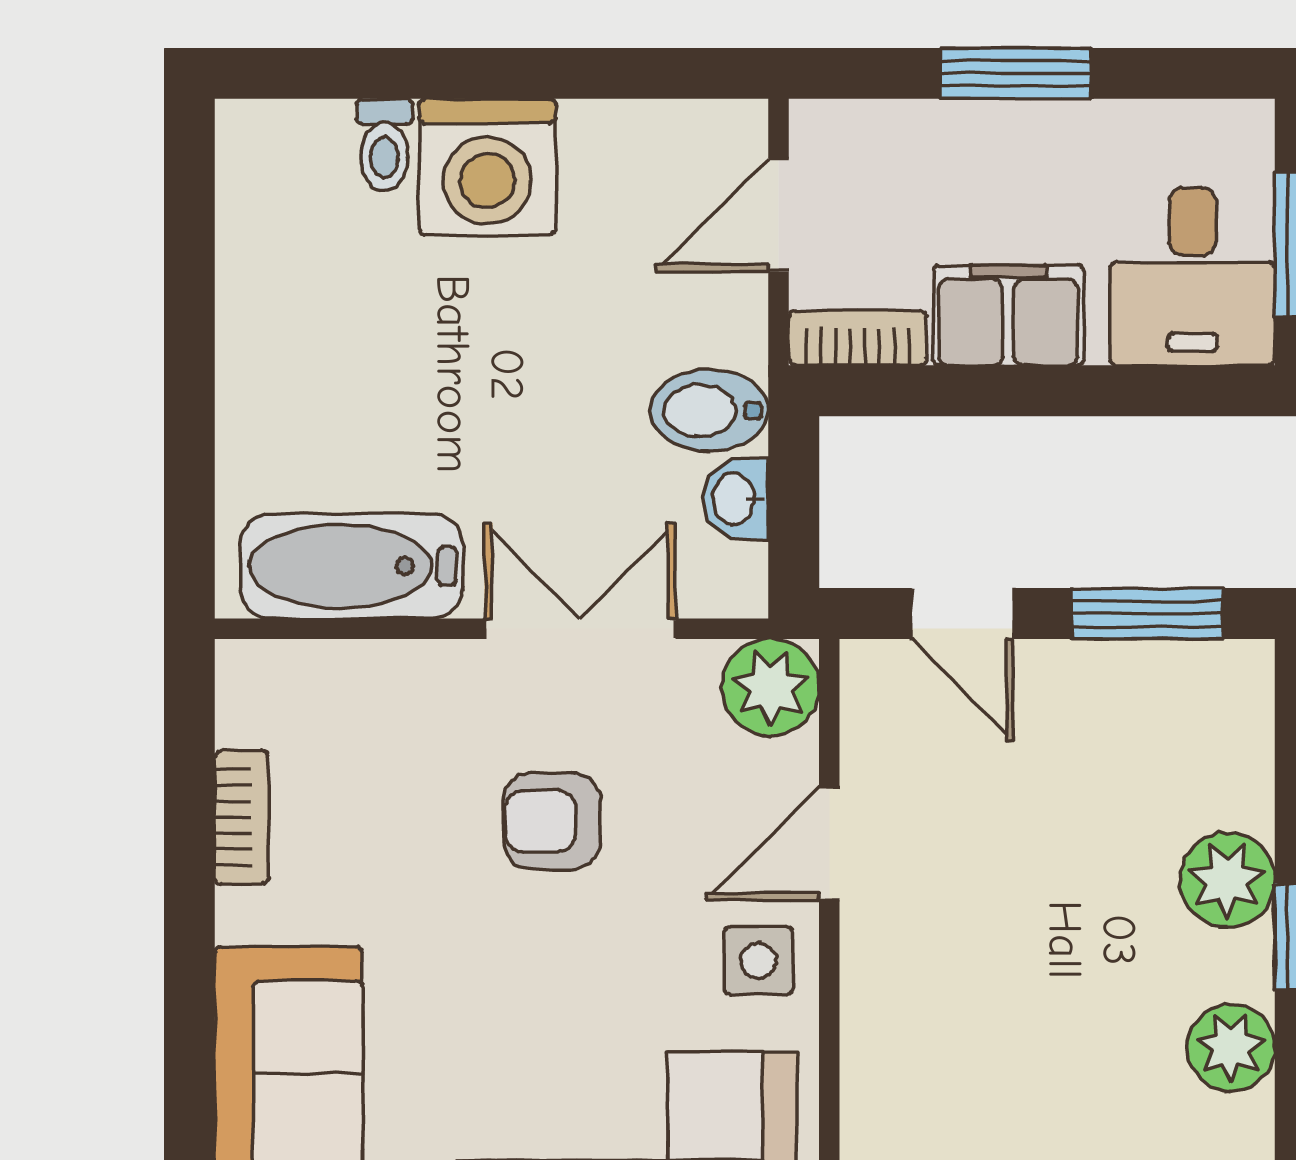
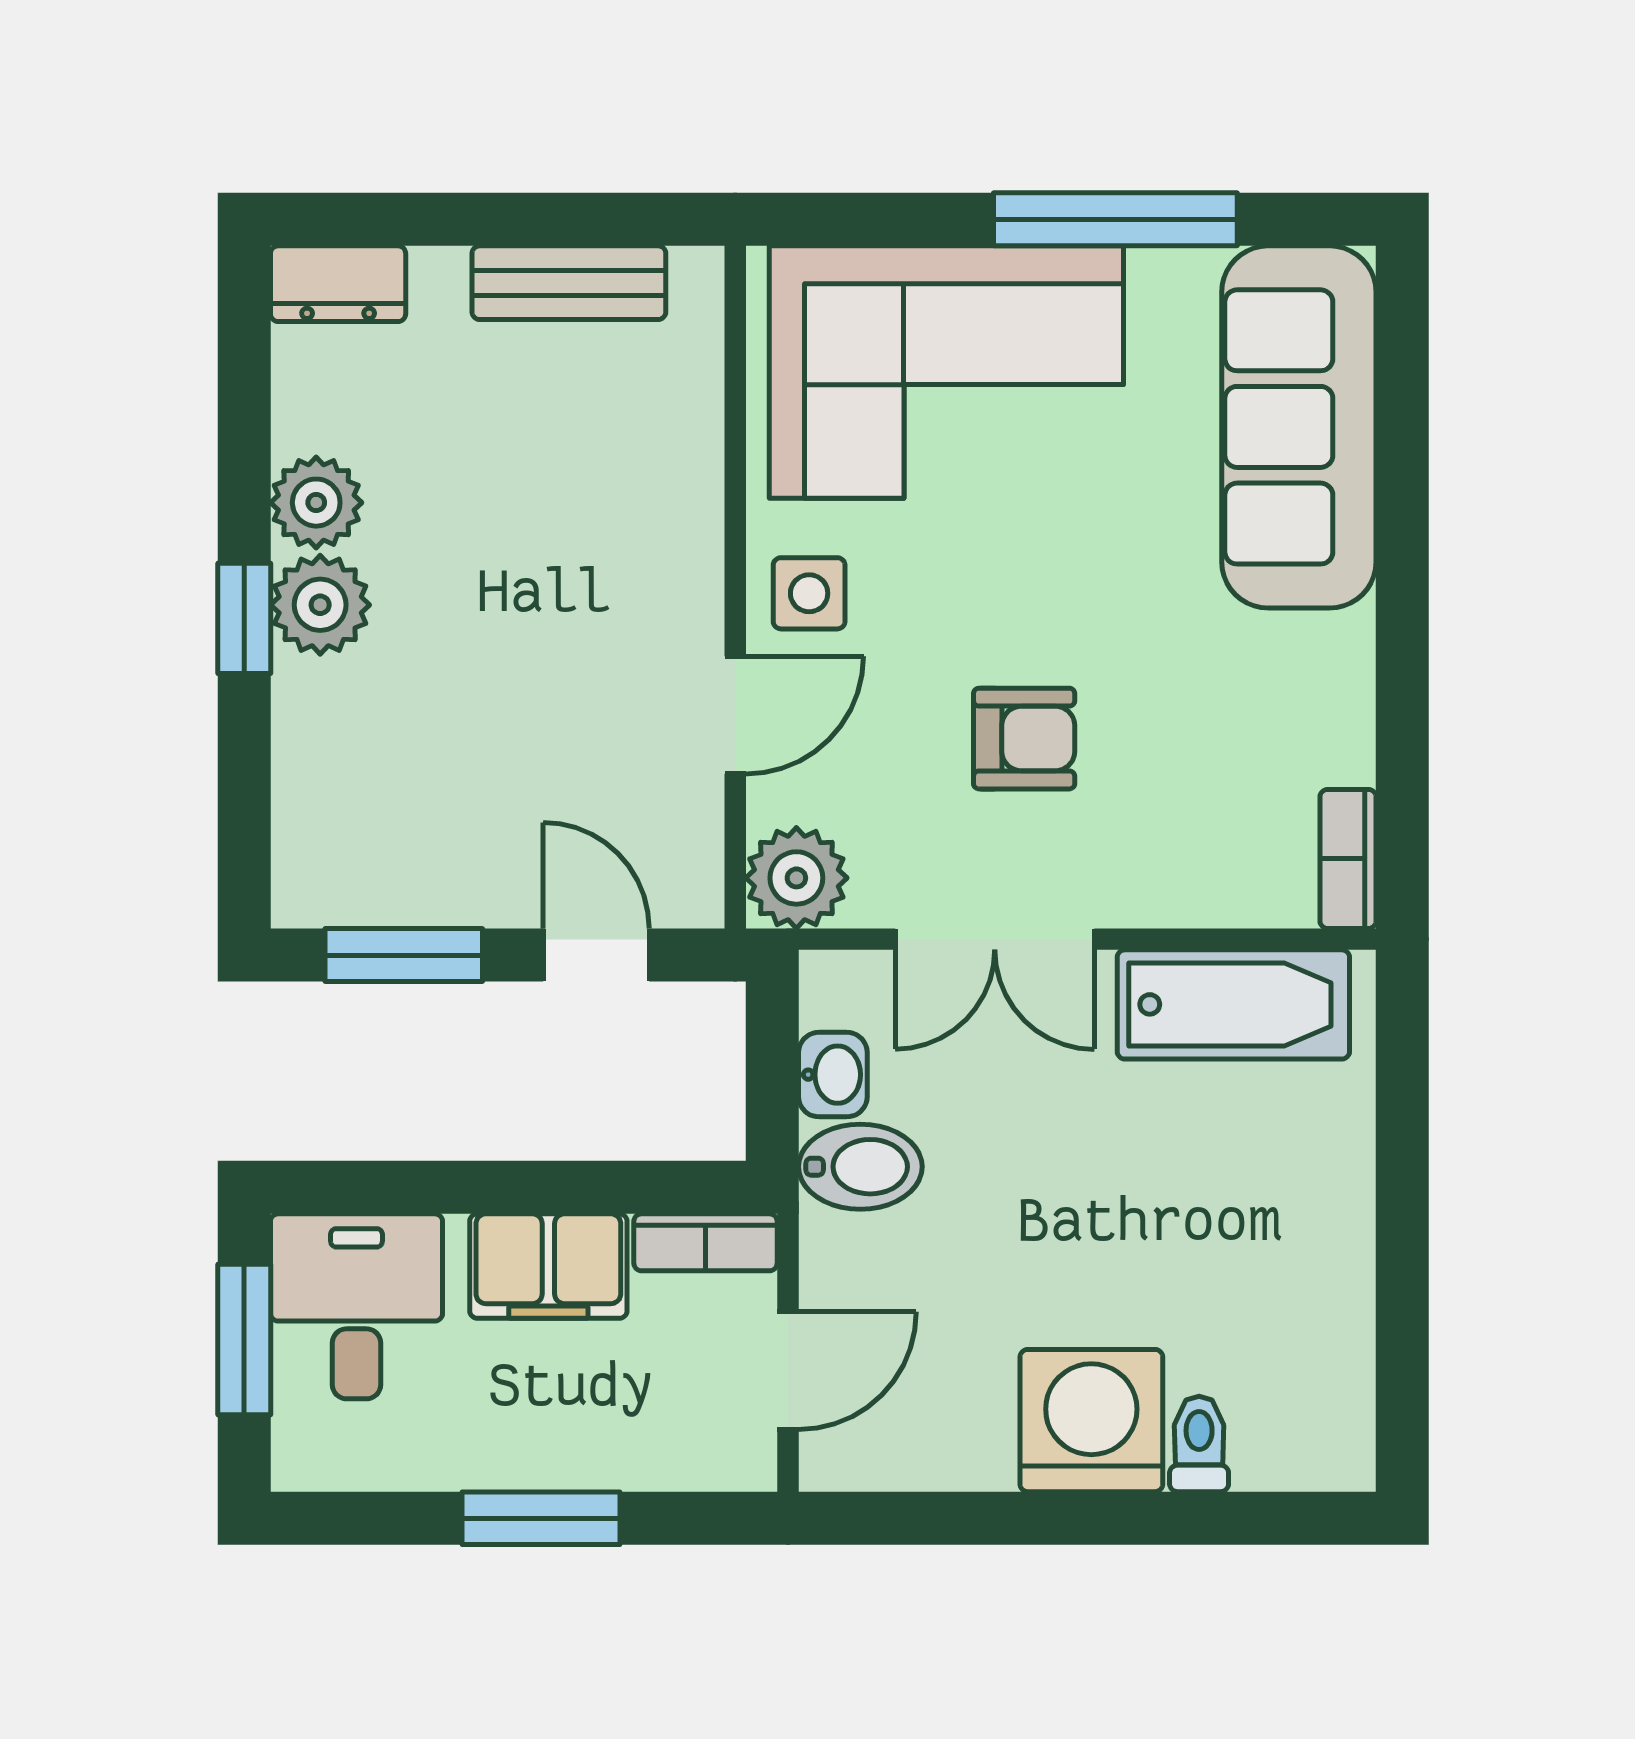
bookcase: (241, 817) -> (1348, 859), moved
plant: (1227, 880) -> (320, 605), moved

